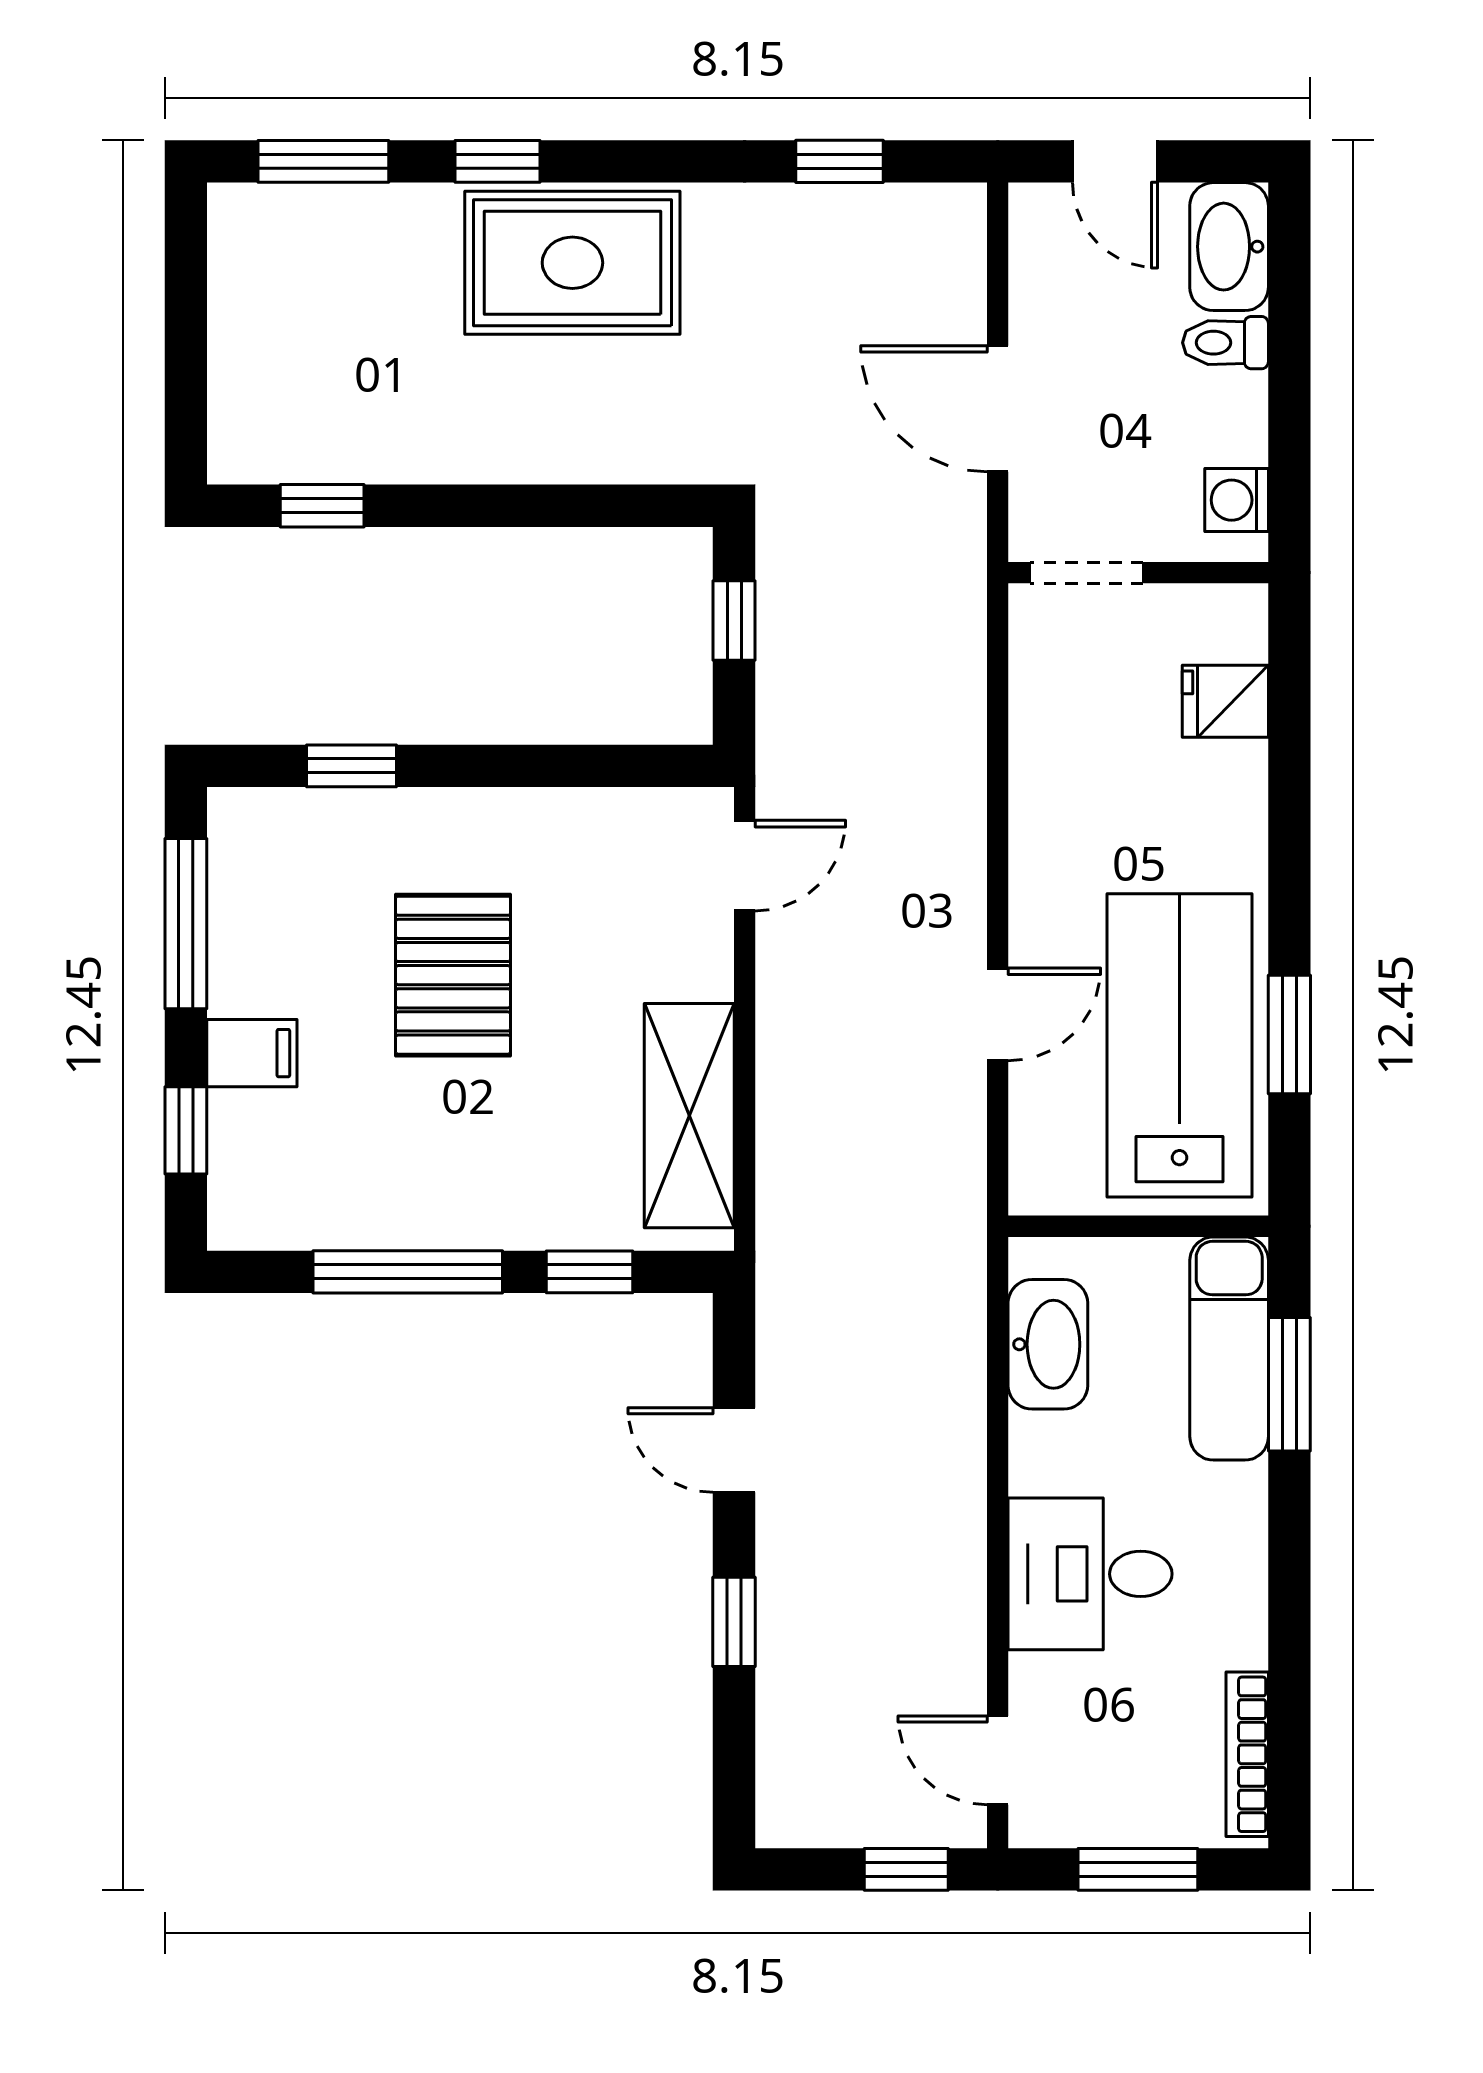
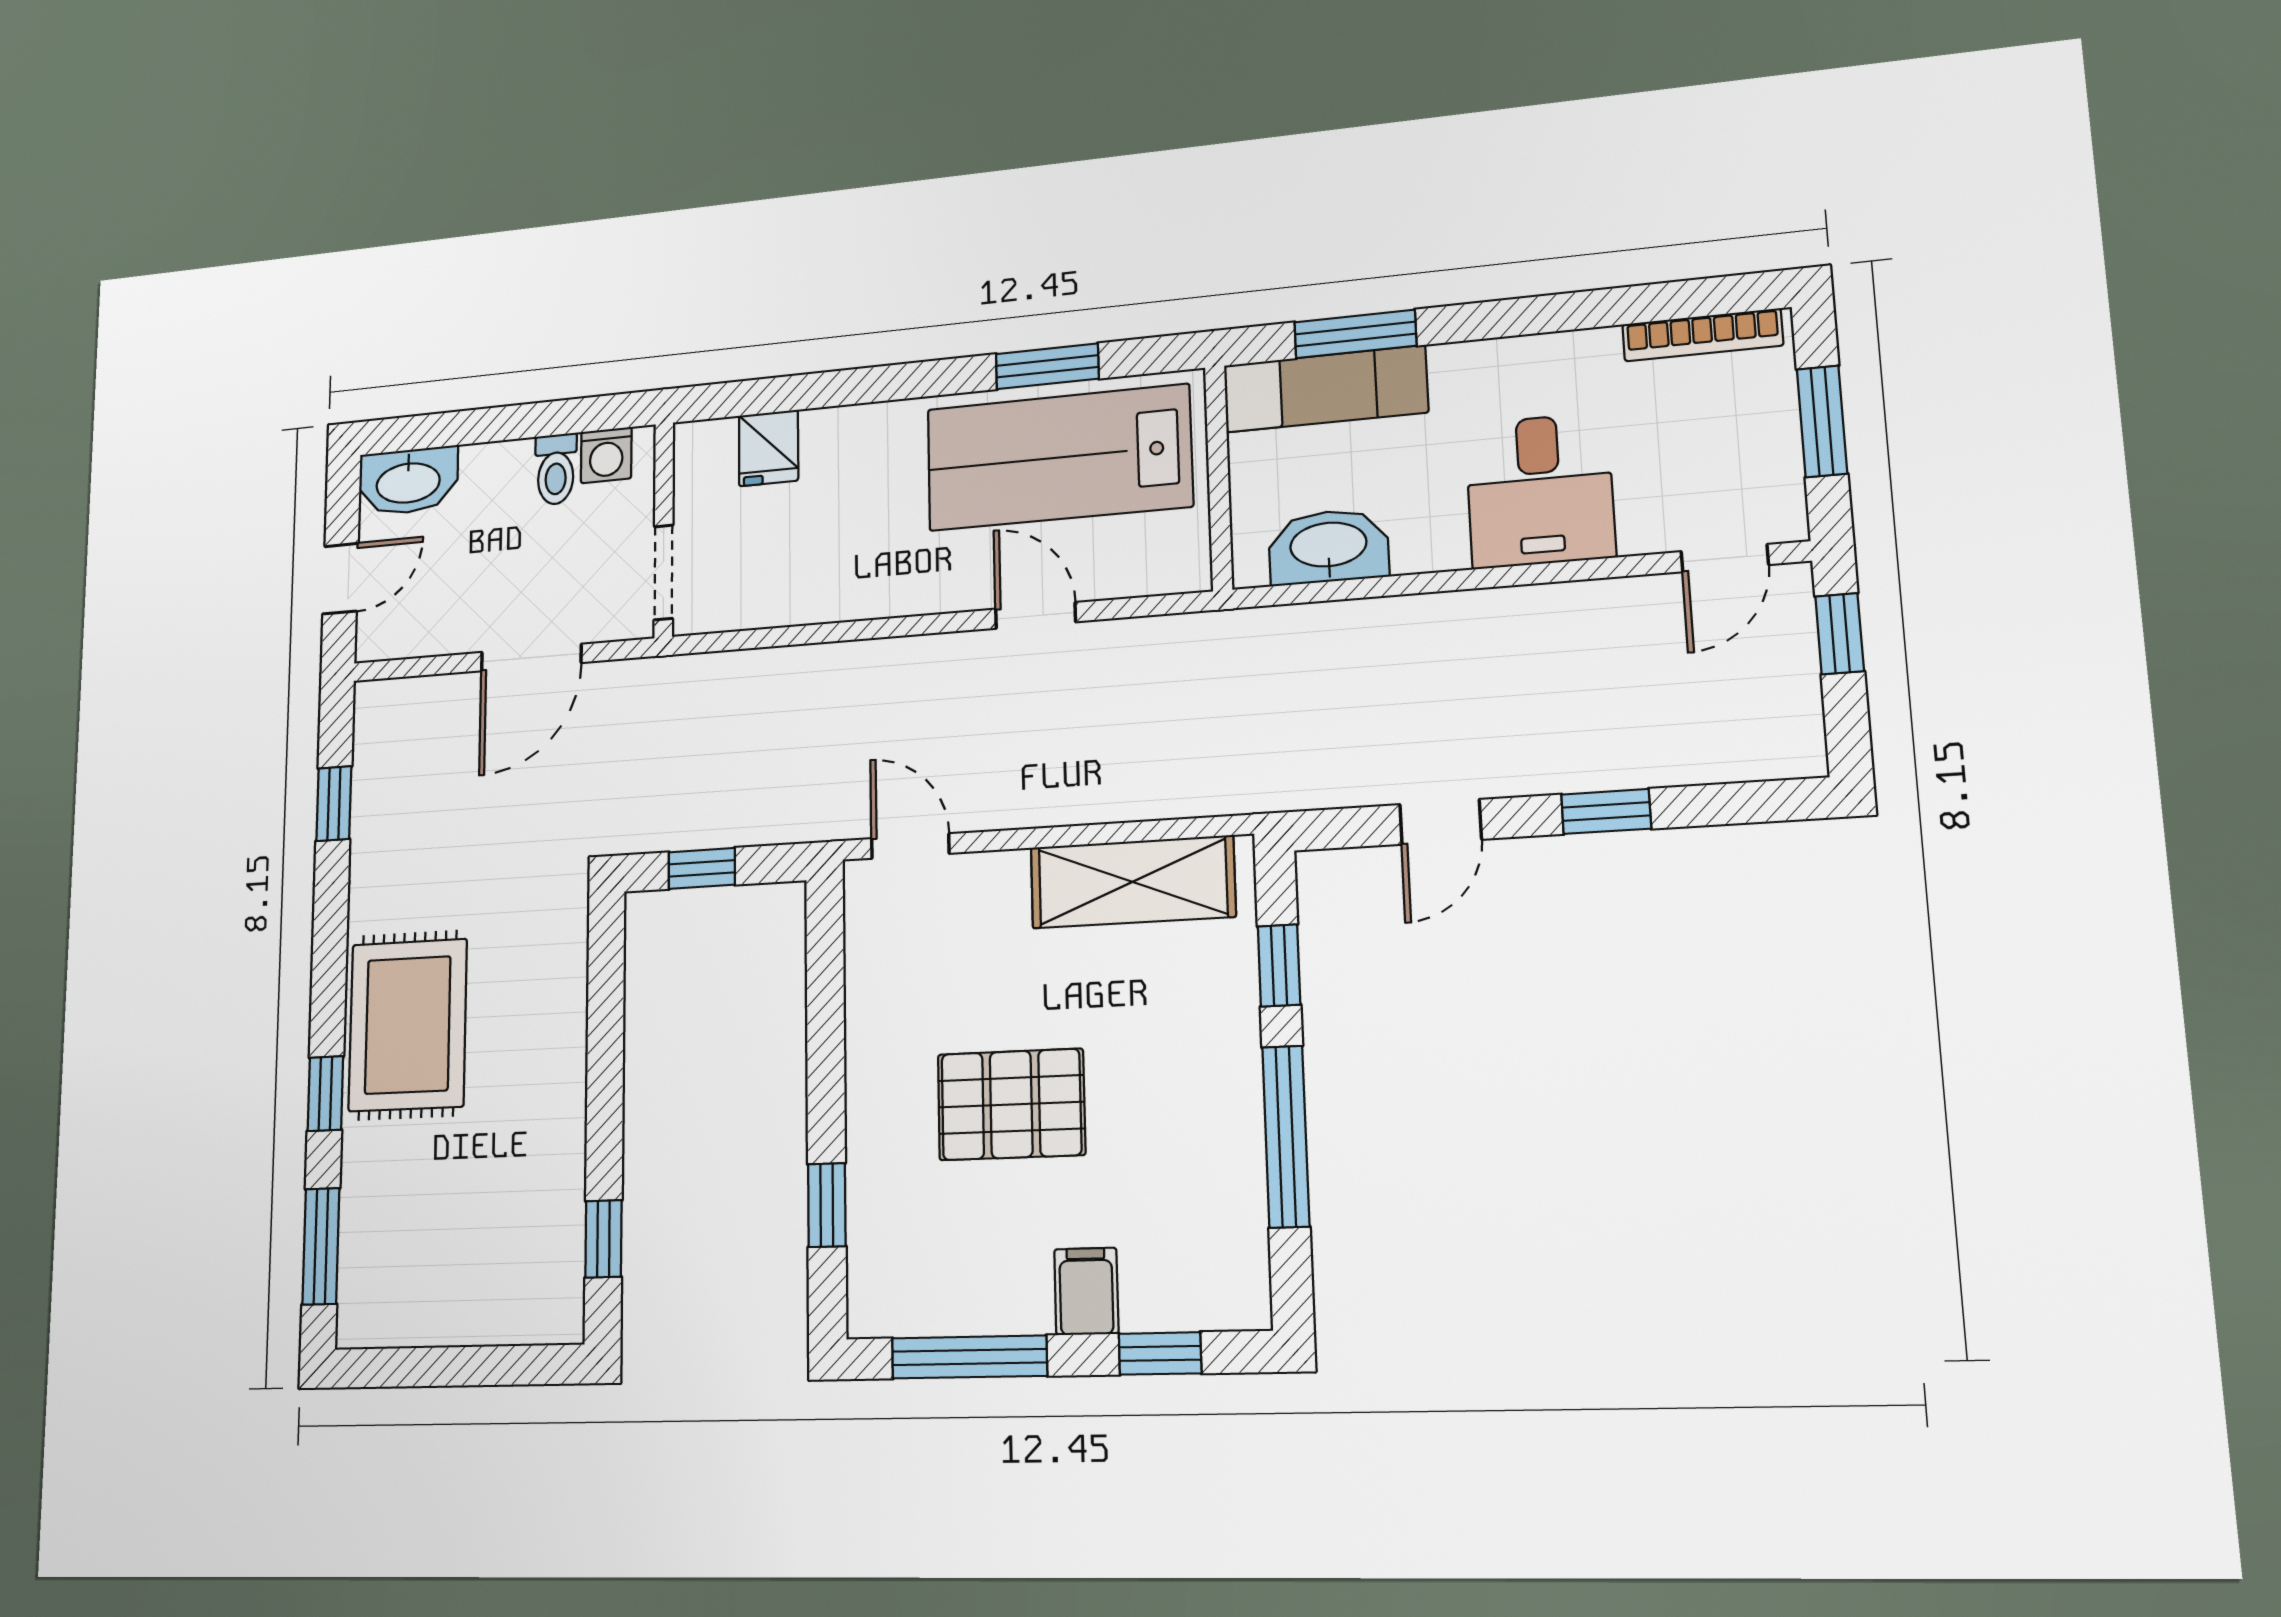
toilet: (1225, 343) -> (556, 469), moved

